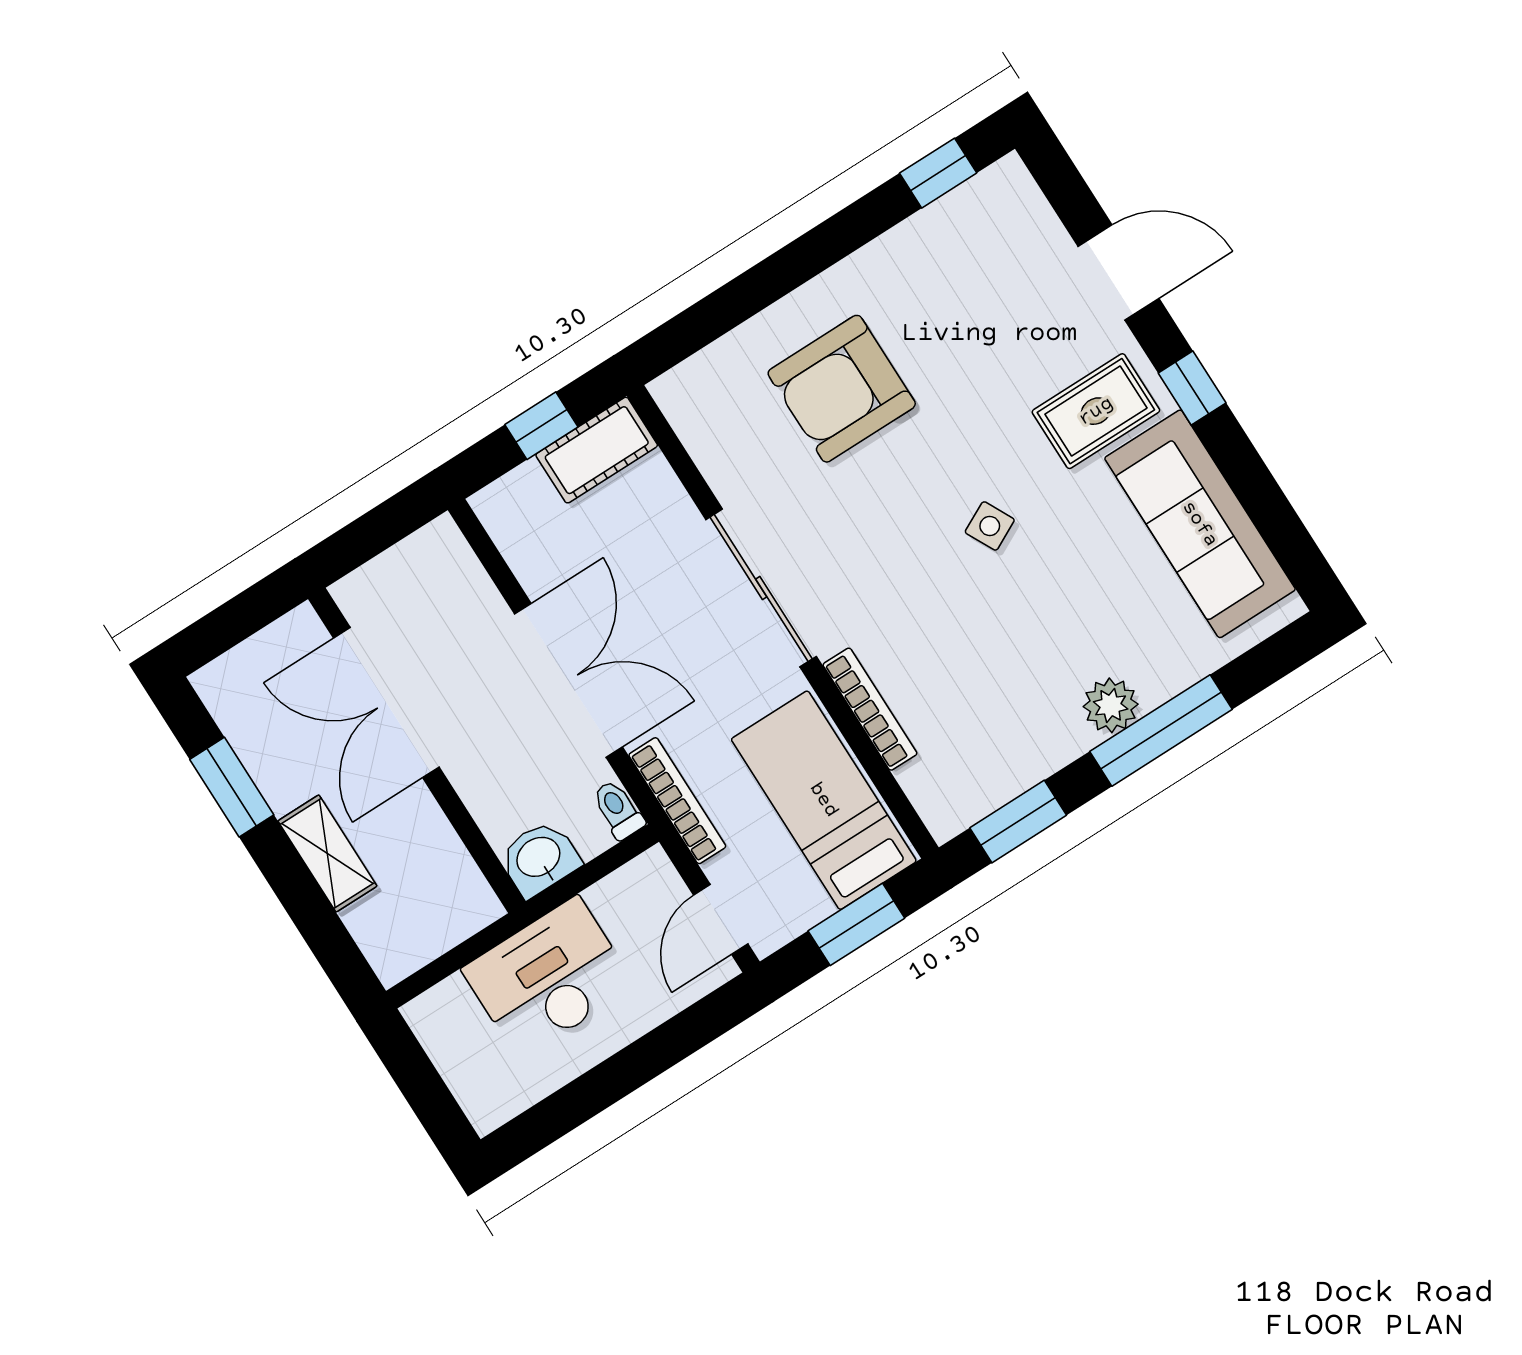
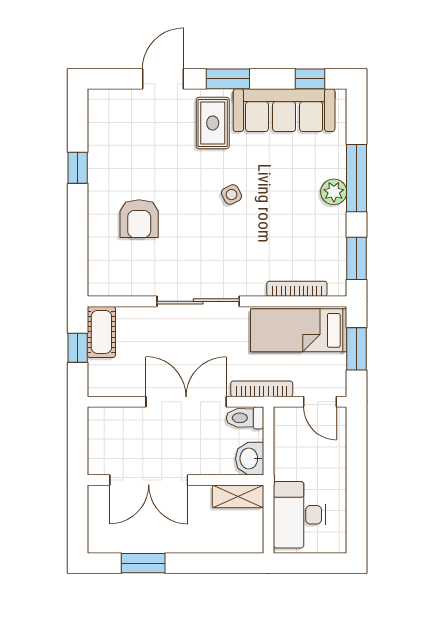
window: (938, 173) -> (78, 168), moved
window: (1192, 388) -> (228, 79), width x1.50
armchair: (842, 389) -> (139, 219), width x0.73, depth x0.73
window: (1285, 534) -> (310, 79), added
bookcase: (870, 709) -> (297, 289), moved
toilet: (618, 810) -> (245, 418), width x1.37, depth x1.39
shelving: (327, 853) -> (238, 496), moved
desk: (549, 978) -> (299, 515), moved

